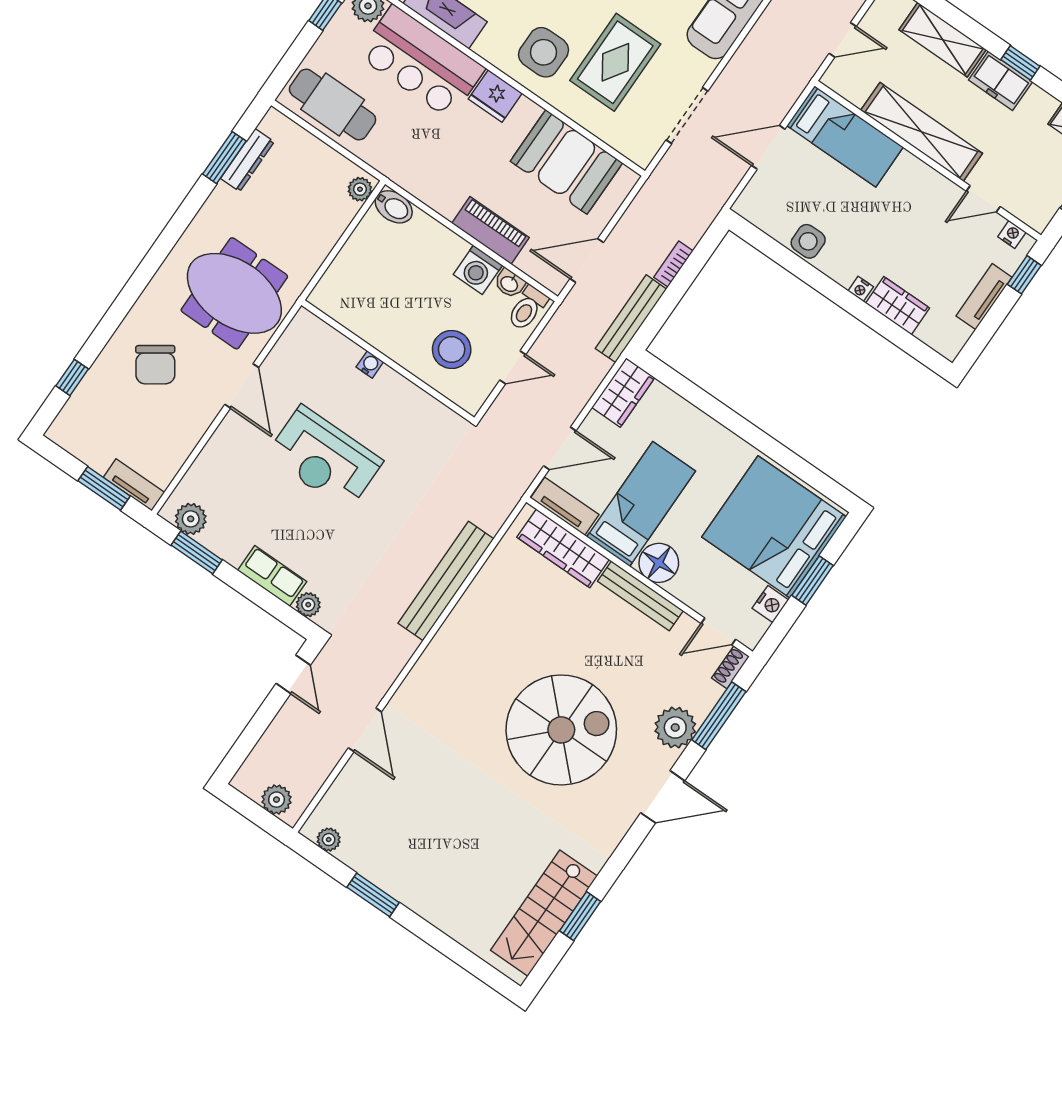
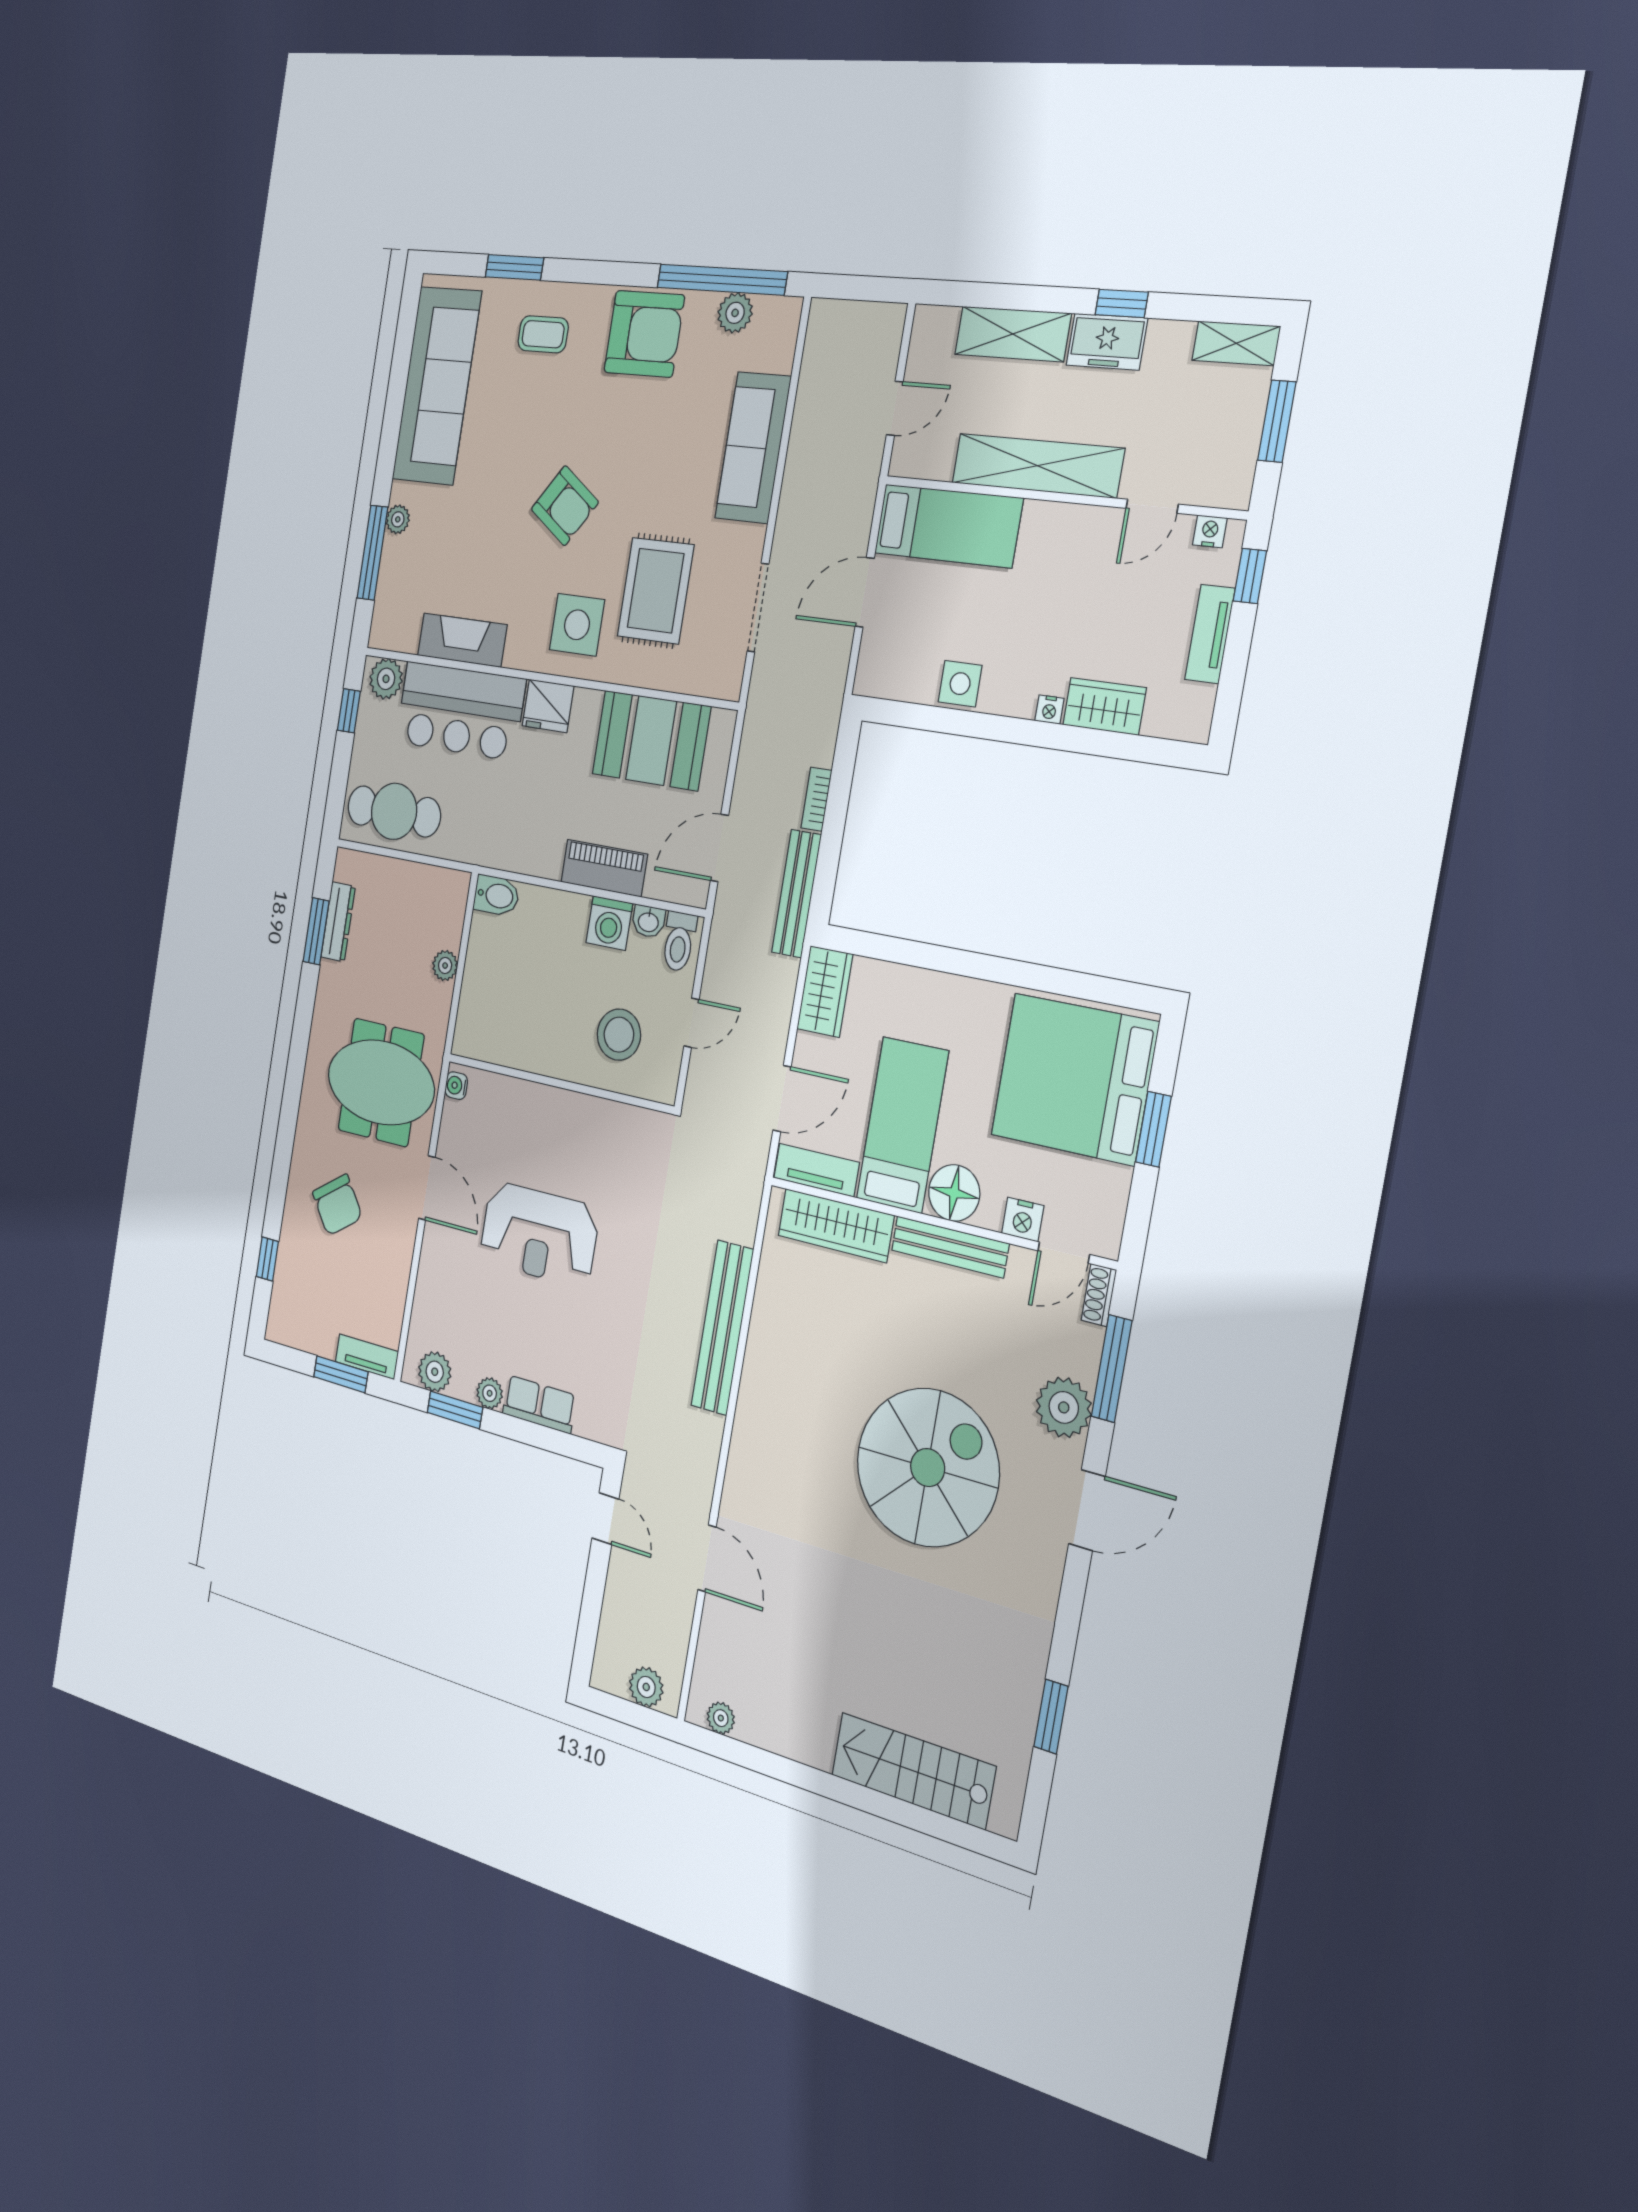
plant: (360, 189) -> (445, 966), moved
water cooler: (370, 364) -> (456, 1086), moved, turned -90
nightstand: (770, 604) -> (1023, 1219), moved, turned 90
plant: (308, 605) -> (490, 1393), moved
window: (373, 895) -> (797, 1774), removed
stairs: (544, 913) -> (913, 1771), moved, turned 90

